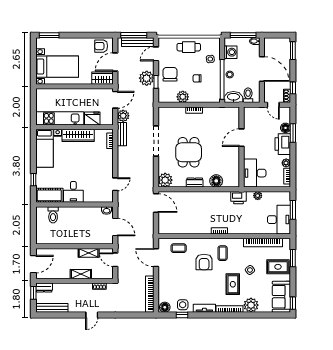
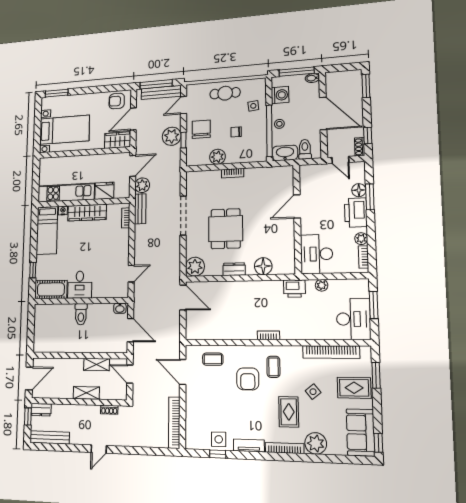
toilet: (53, 215) -> (81, 314), moved
floor lamp: (165, 307) -> (194, 442), removed

